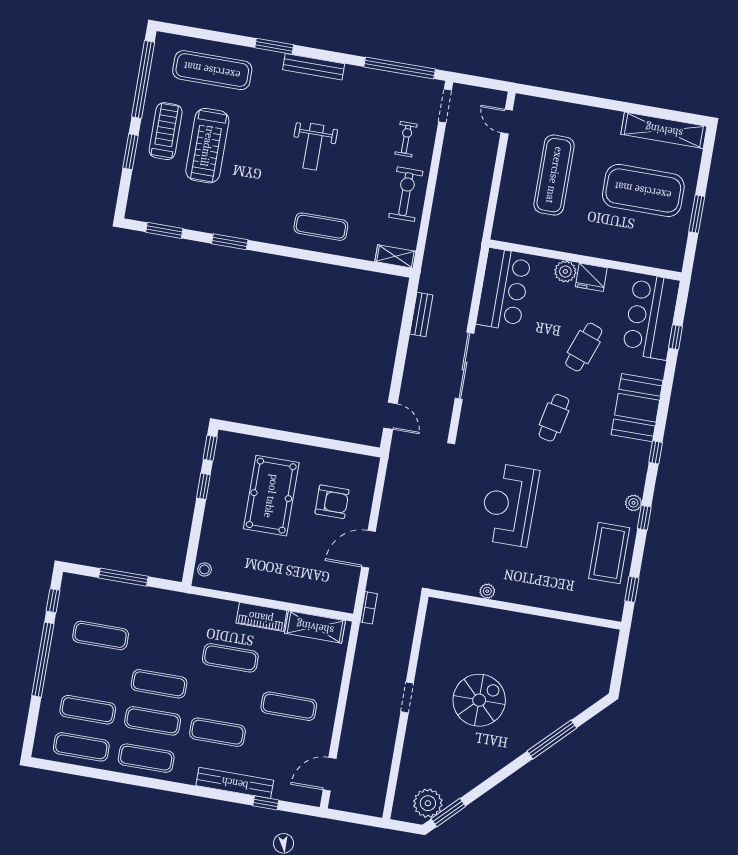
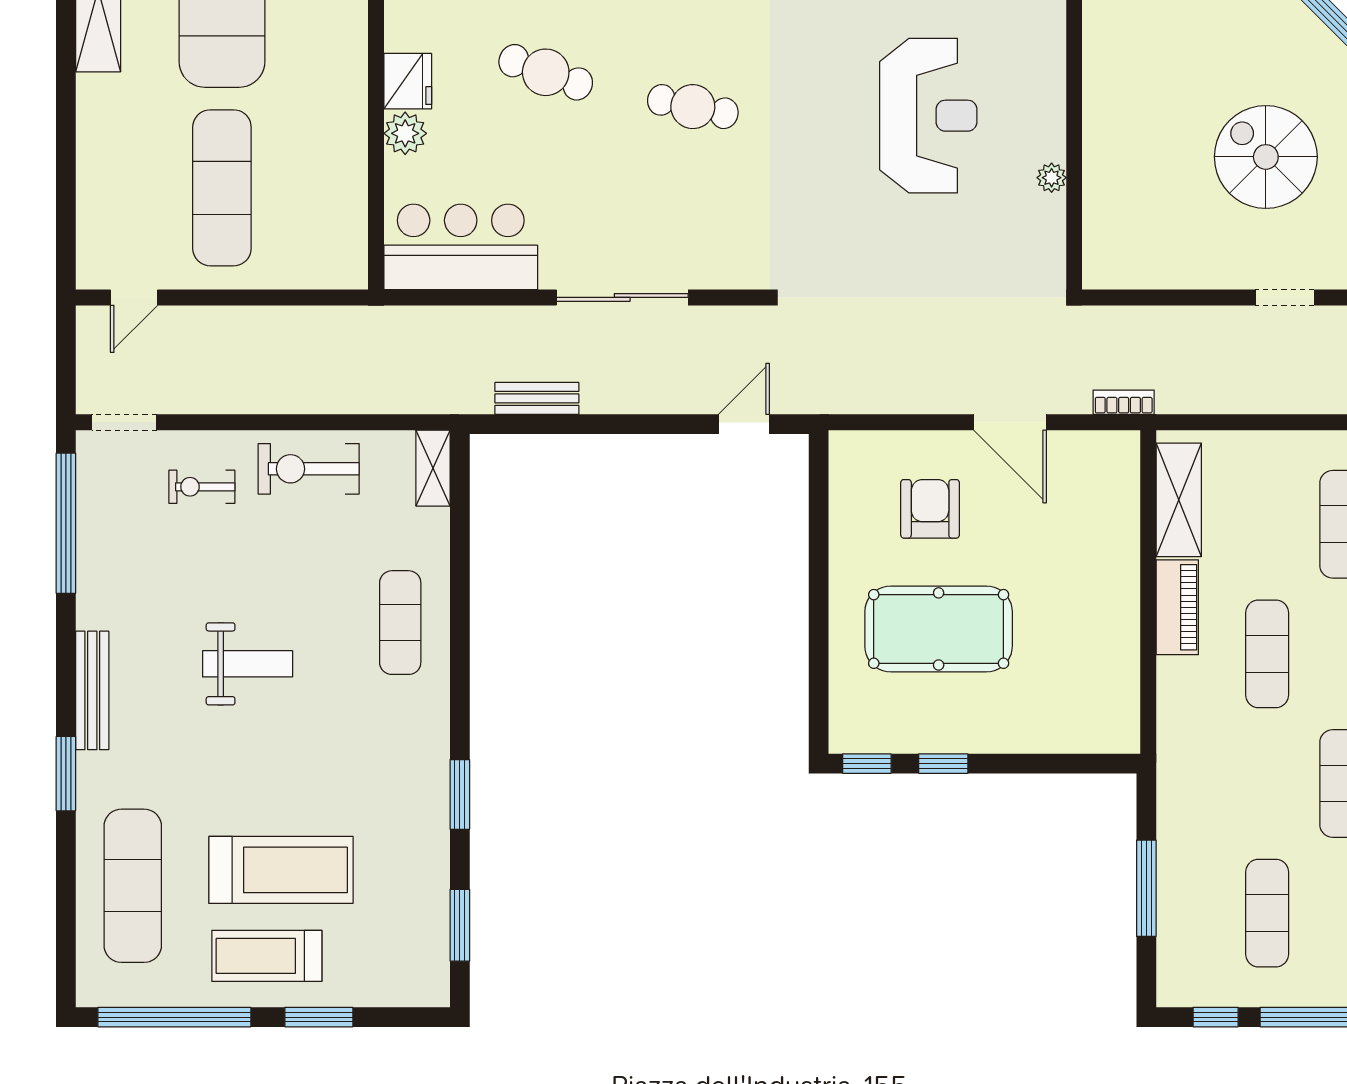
exercise mat: (554, 175) -> (222, 188), turned 90
reception desk: (509, 505) -> (928, 116), moved, turned -90
stool: (204, 569) -> (1104, 734), removed

